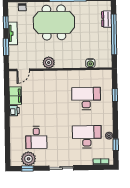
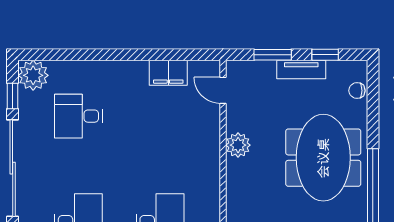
printer: (14, 111) -> (136, 70), removed
plant: (29, 159) -> (33, 75), moved
sliding door: (61, 168) -> (13, 168), width x1.86

